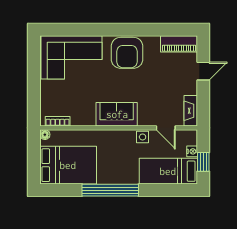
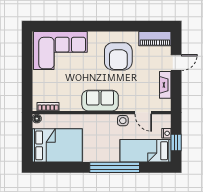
armchair: (127, 53) -> (118, 56), moved
fireplace: (191, 111) -> (165, 85), moved
window: (110, 190) -> (115, 167), moved

